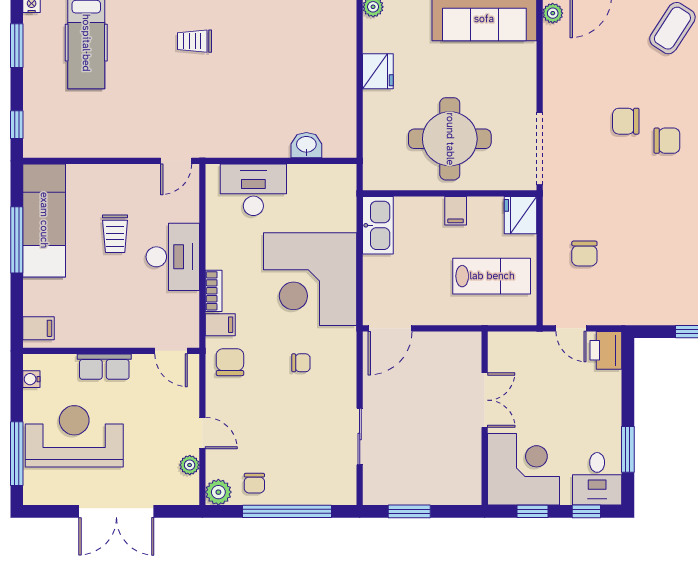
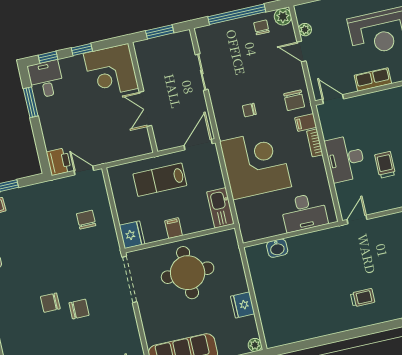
lab bench: (492, 276) -> (160, 180), moved
double door: (485, 400) -> (145, 109), moved
wall: (485, 418) -> (143, 97), moved
corner desk: (524, 469) -> (111, 71), moved

